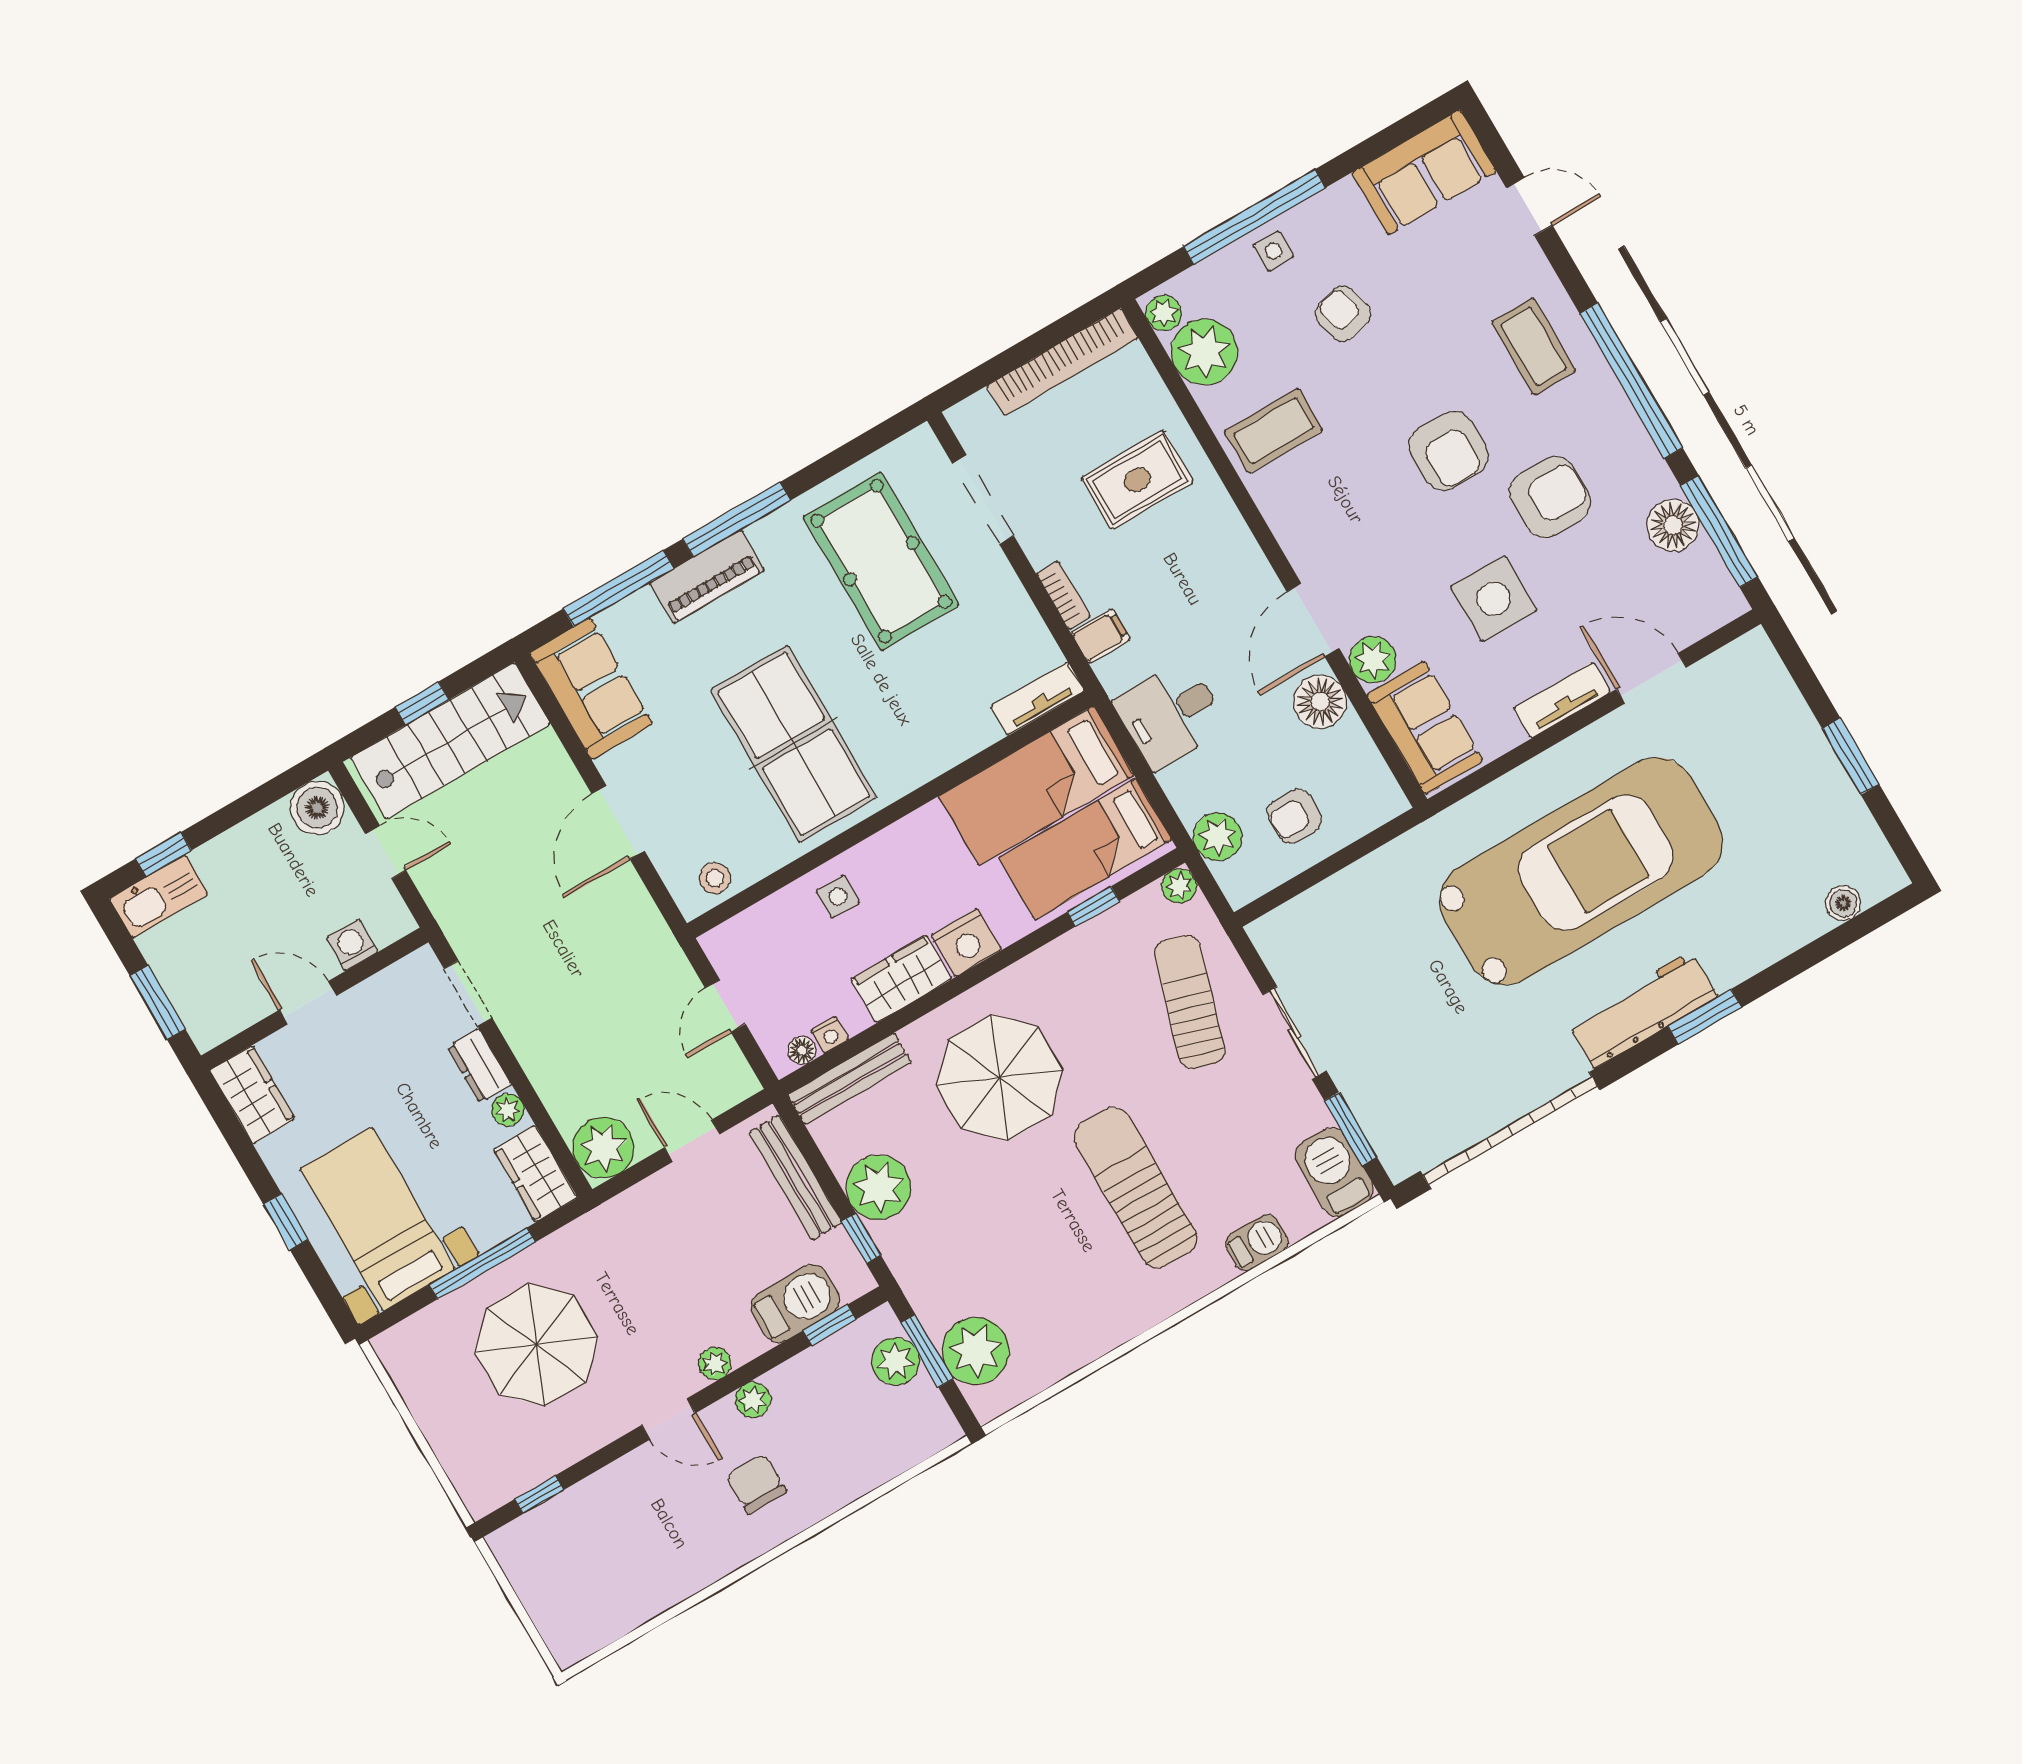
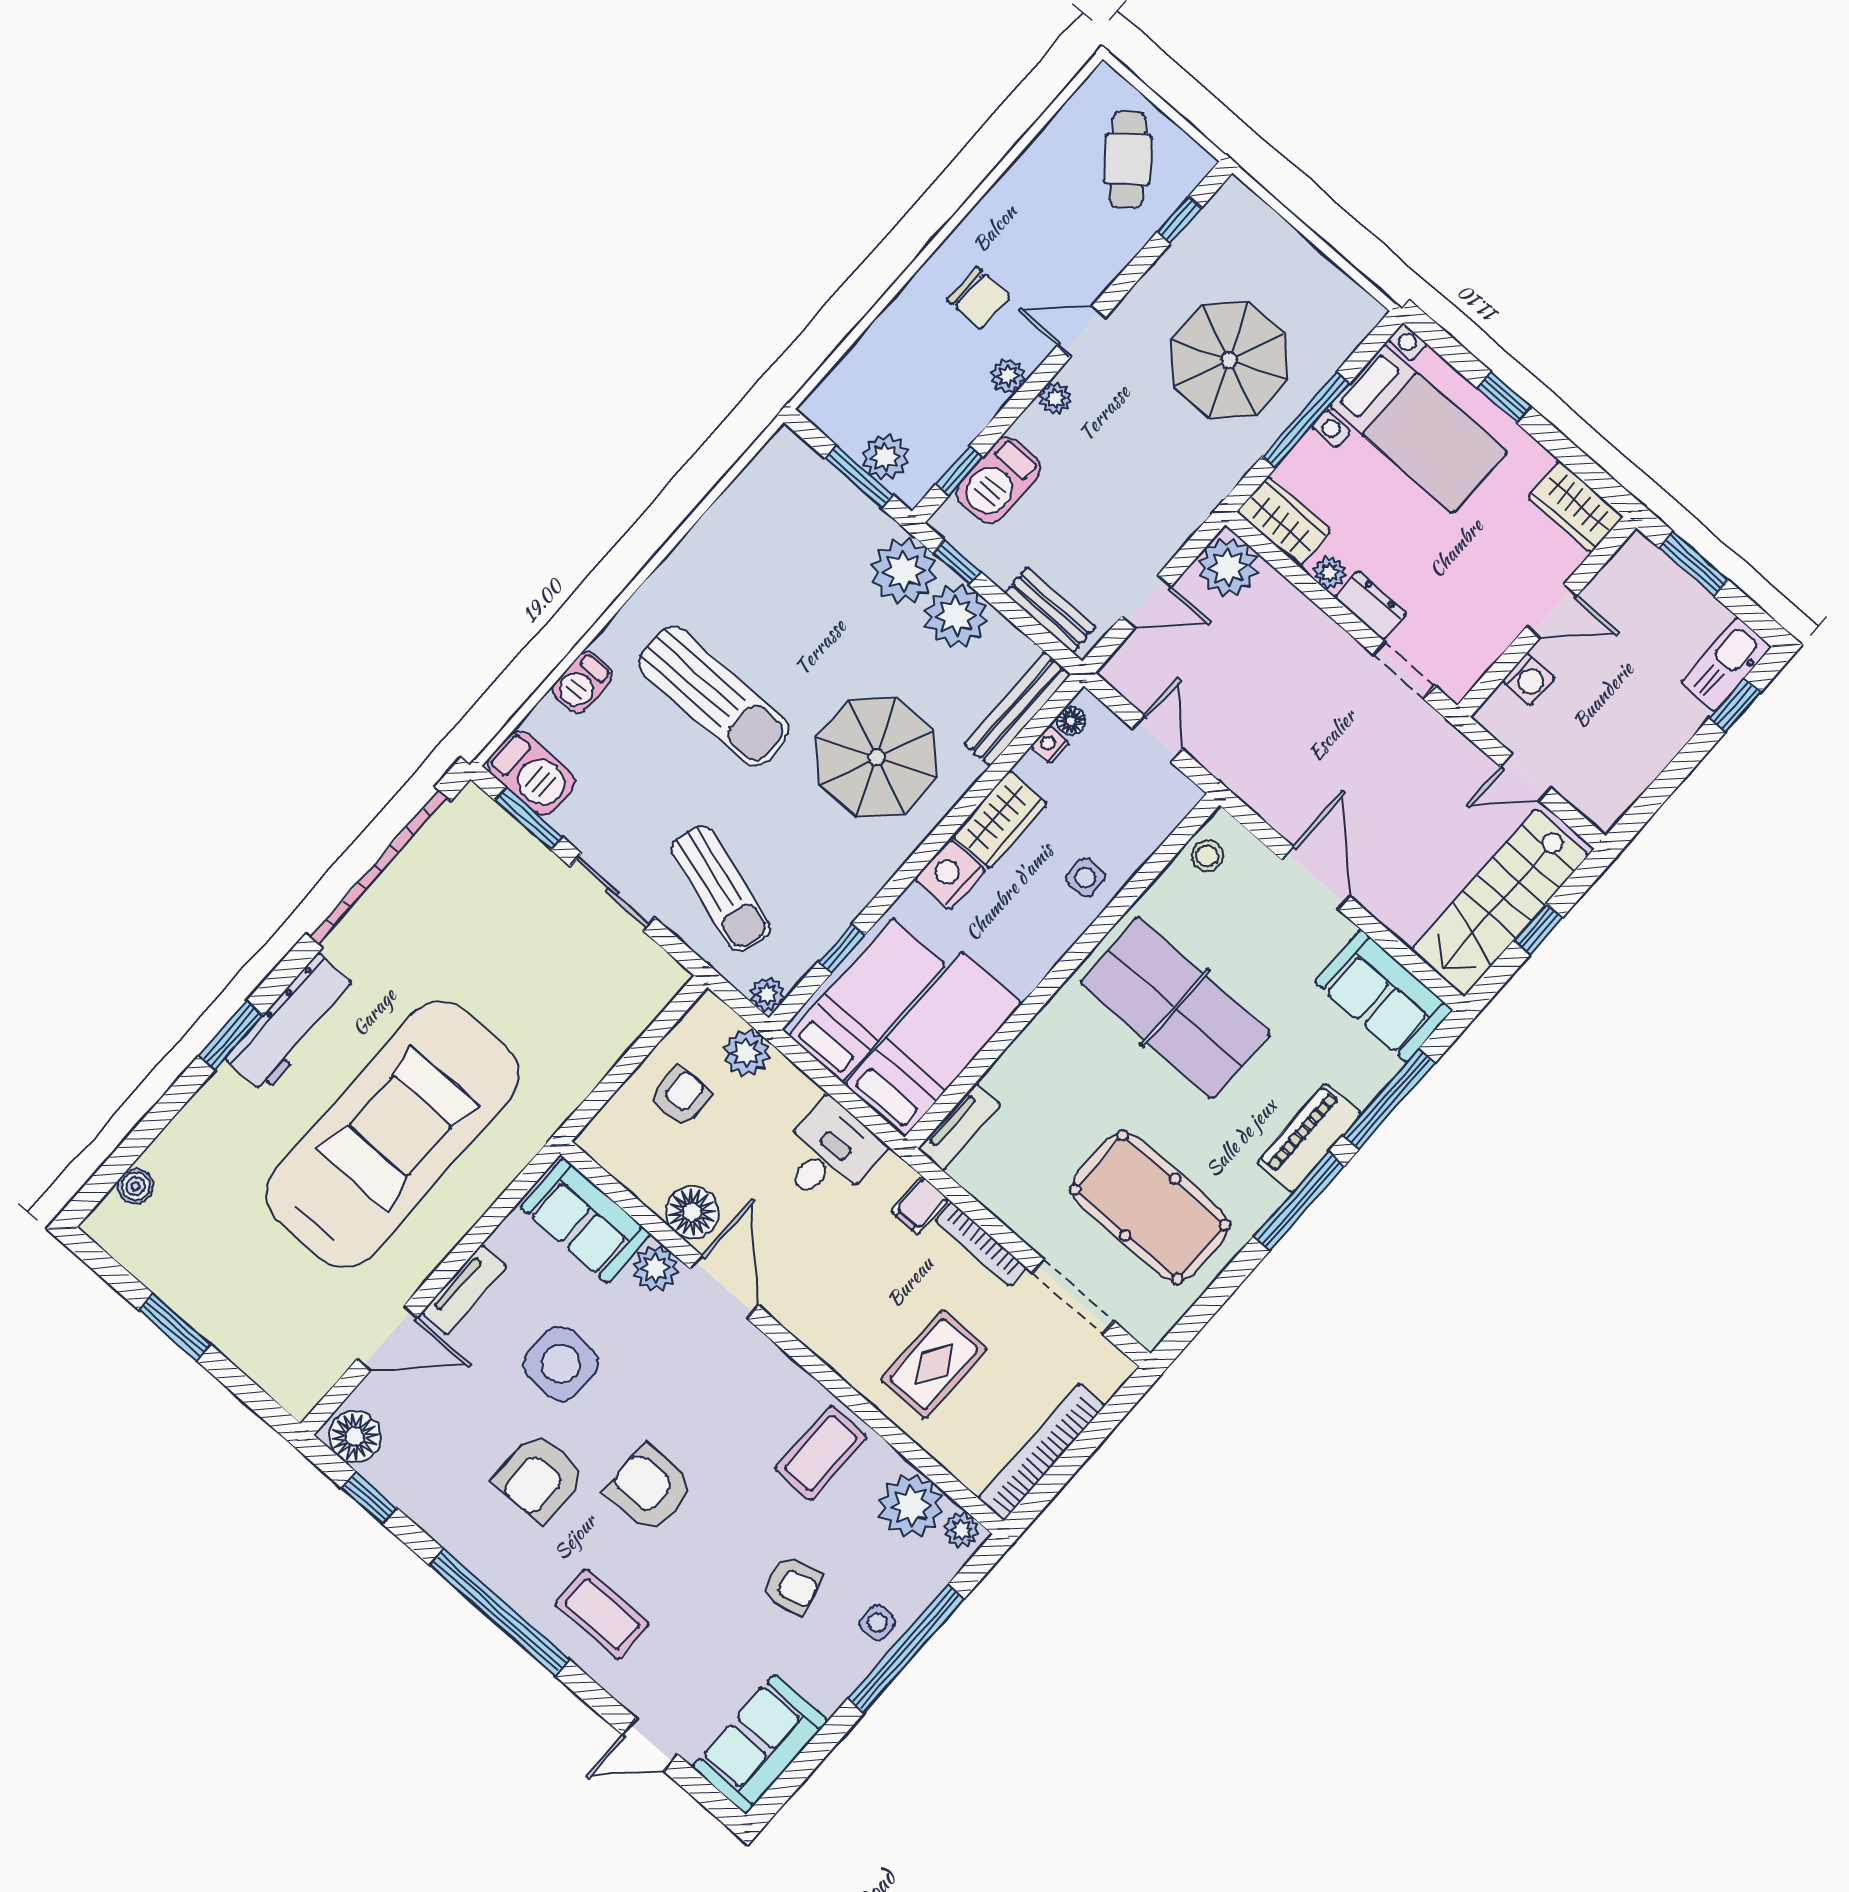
floor lamp: (1673, 525) -> (355, 1437), moved
window: (1719, 531) -> (369, 1498), width x0.46
bookcase: (1064, 595) -> (981, 1244), width x1.56
boiler: (317, 808) -> (1604, 798), removed
car: (1581, 871) -> (393, 1134), turned 180
bench: (795, 1178) -> (1050, 610), width x0.73
plant: (976, 1351) -> (904, 571), moved
cafe table: (570, 1569) -> (1128, 159), added

